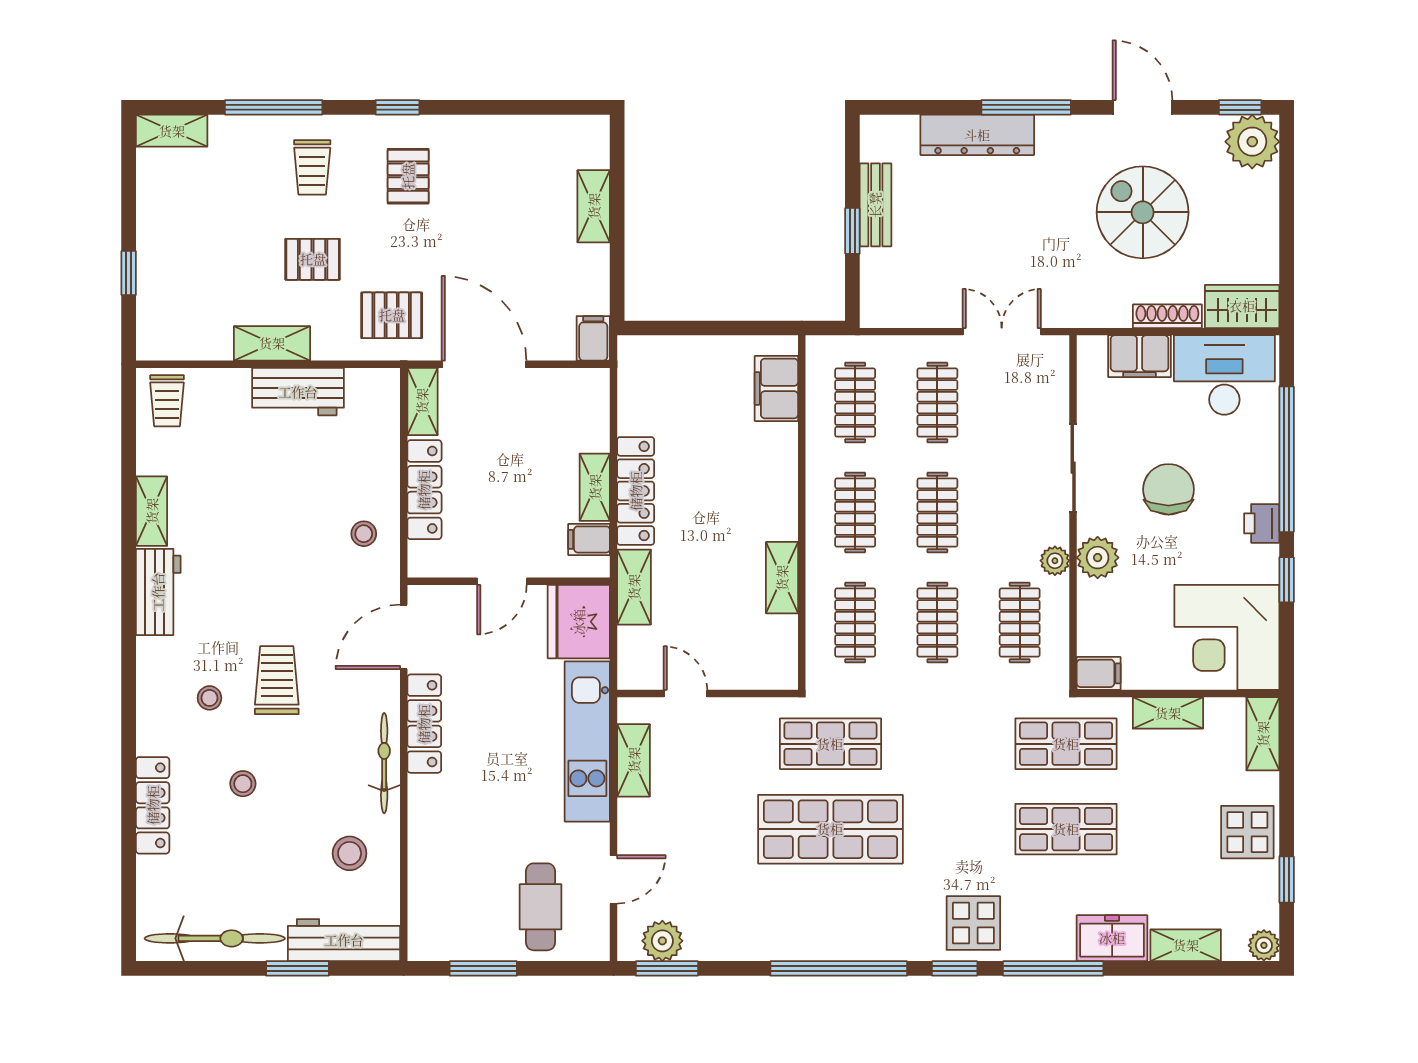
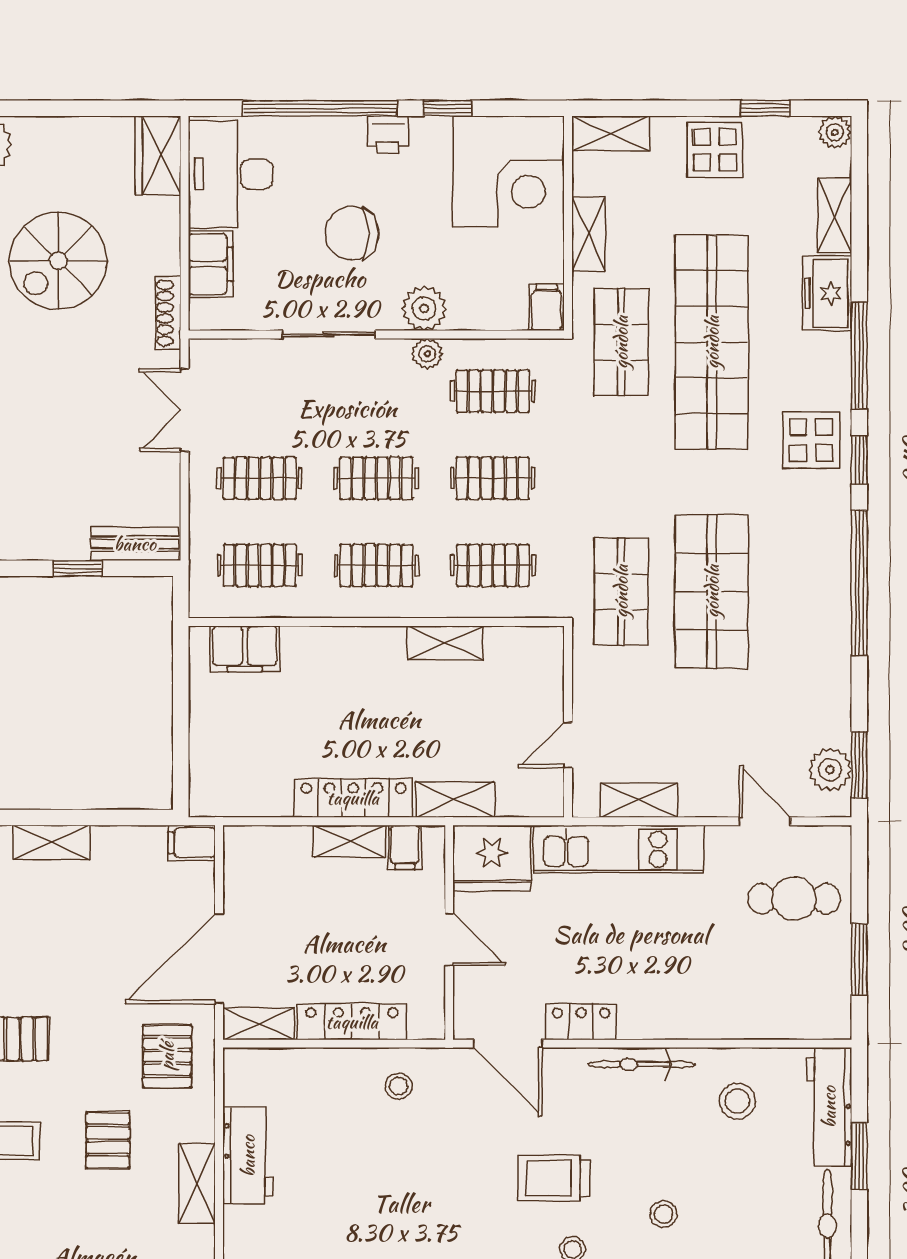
bench: (875, 205) -> (135, 544), moved
shoe rack: (1167, 316) -> (168, 313), moved
locker: (424, 724) -> (581, 1022), width x0.66
shop shelf: (1066, 829) -> (712, 342), width x2.00, depth x1.36

